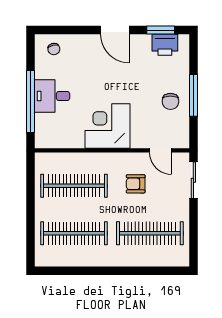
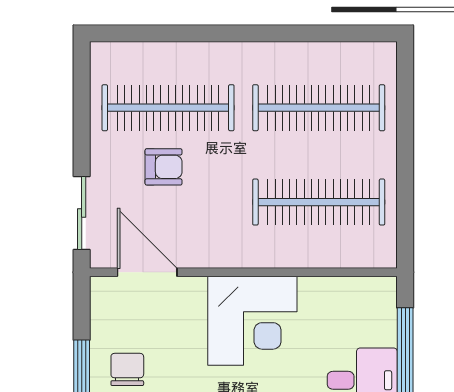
door: (160, 150) -> (147, 272), width x1.37
armchair: (136, 184) -> (164, 167), moved

